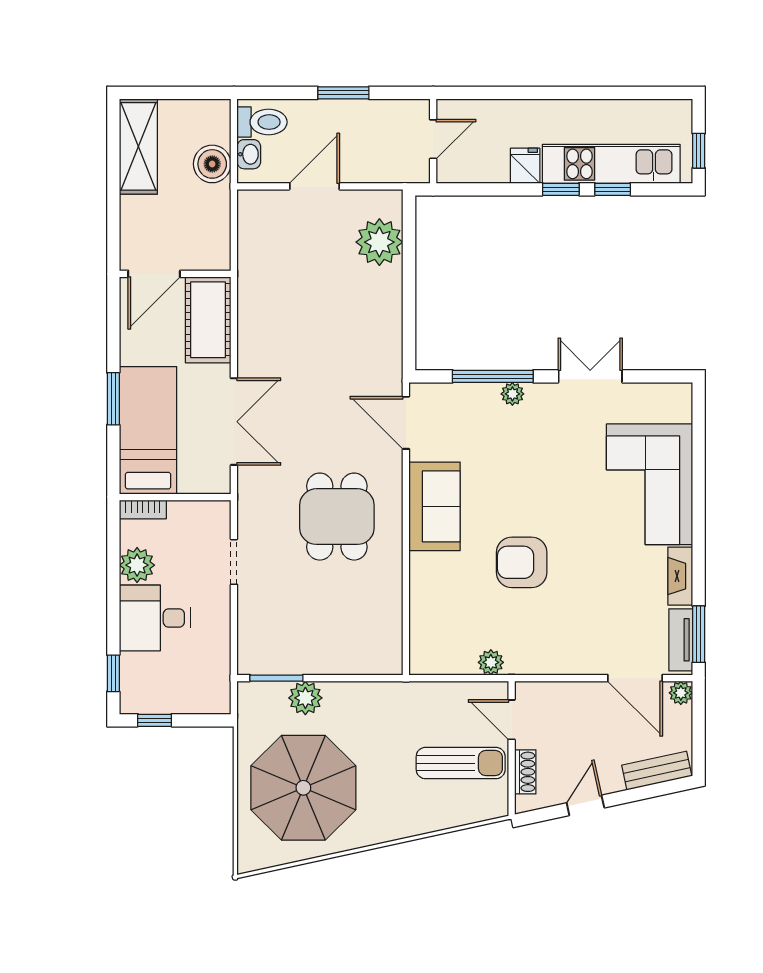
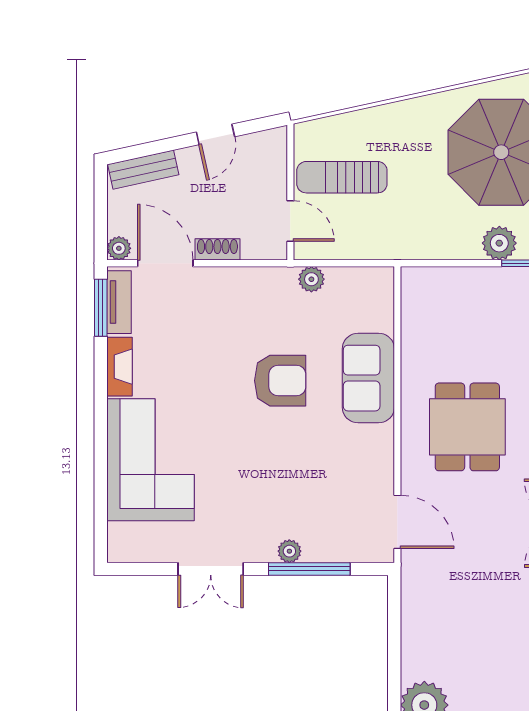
sofa: (435, 506) -> (368, 378), moved
shoe rack: (525, 772) -> (217, 249), moved, turned 90

